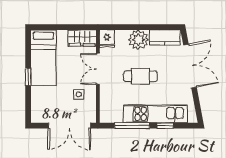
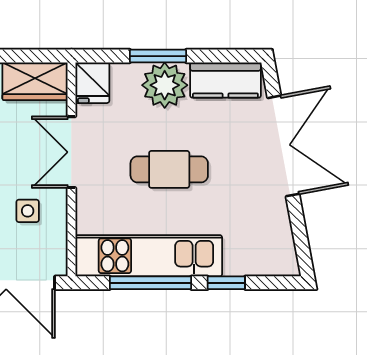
window: (135, 27) -> (158, 56), added
kitchen unit: (155, 114) -> (149, 256), moved

